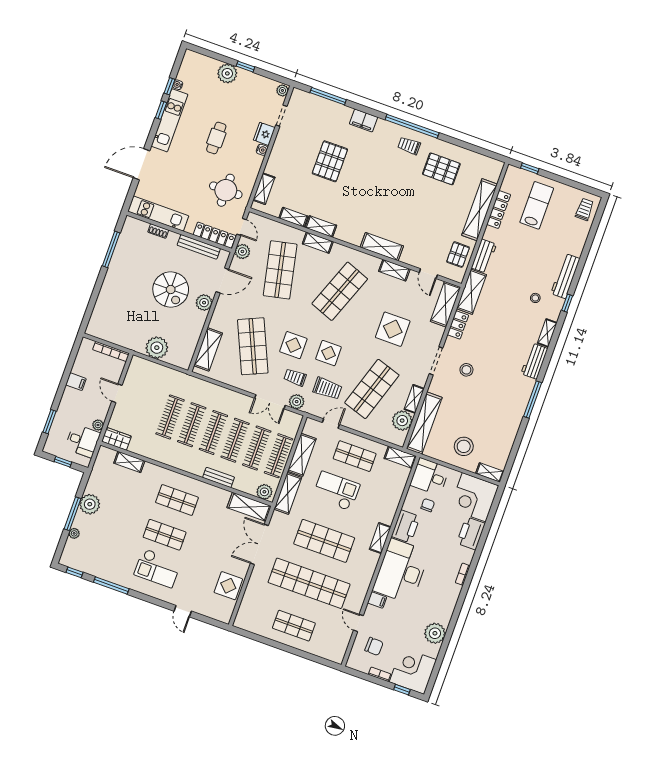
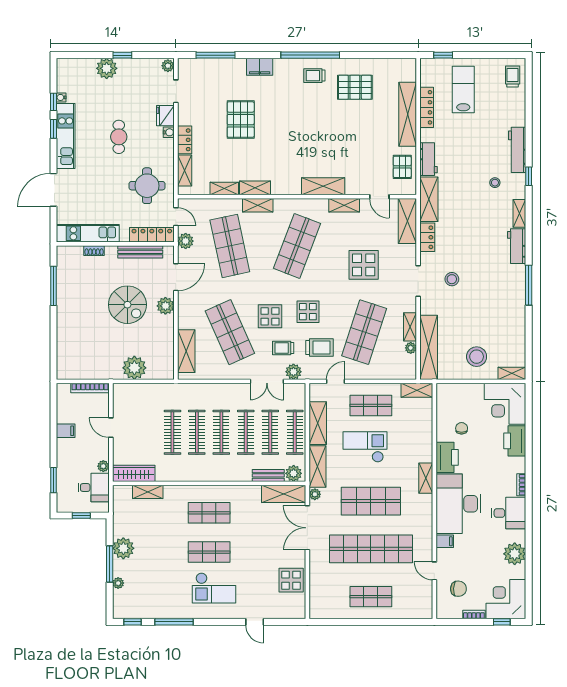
locker: (274, 161) -> (185, 140), added
plant: (402, 421) -> (411, 348), width x0.53, depth x0.53
wardrobe: (116, 439) -> (134, 473), width x1.50
bench: (219, 477) -> (268, 475), moved
desk: (430, 477) -> (509, 513), moved, turned 180
plant: (277, 517) -> (315, 494), added

